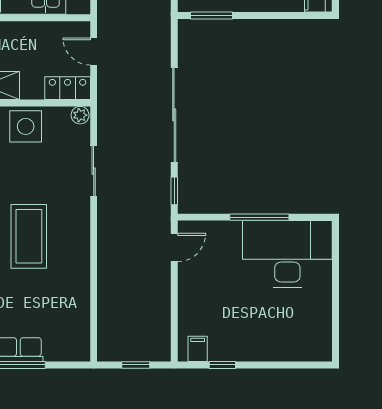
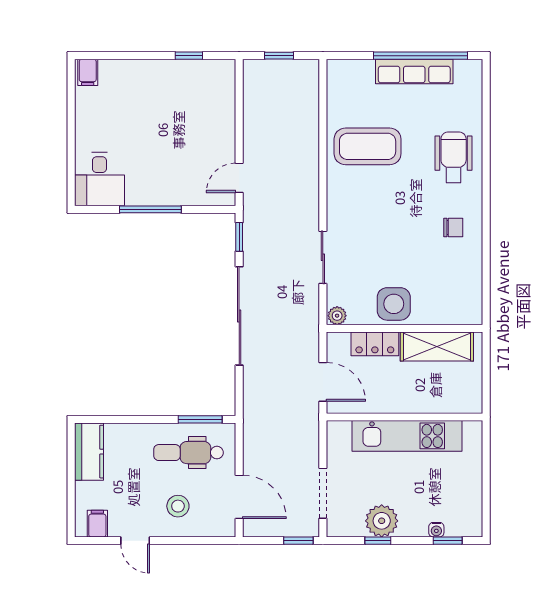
door: (94, 52) -> (323, 382), width x1.38
locker: (68, 88) -> (375, 344), moved
coffee table: (29, 236) -> (368, 146), moved, turned 90
desk: (287, 254) -> (99, 179), width x0.53, depth x0.77
filing cabinet: (198, 349) -> (88, 72), moved

